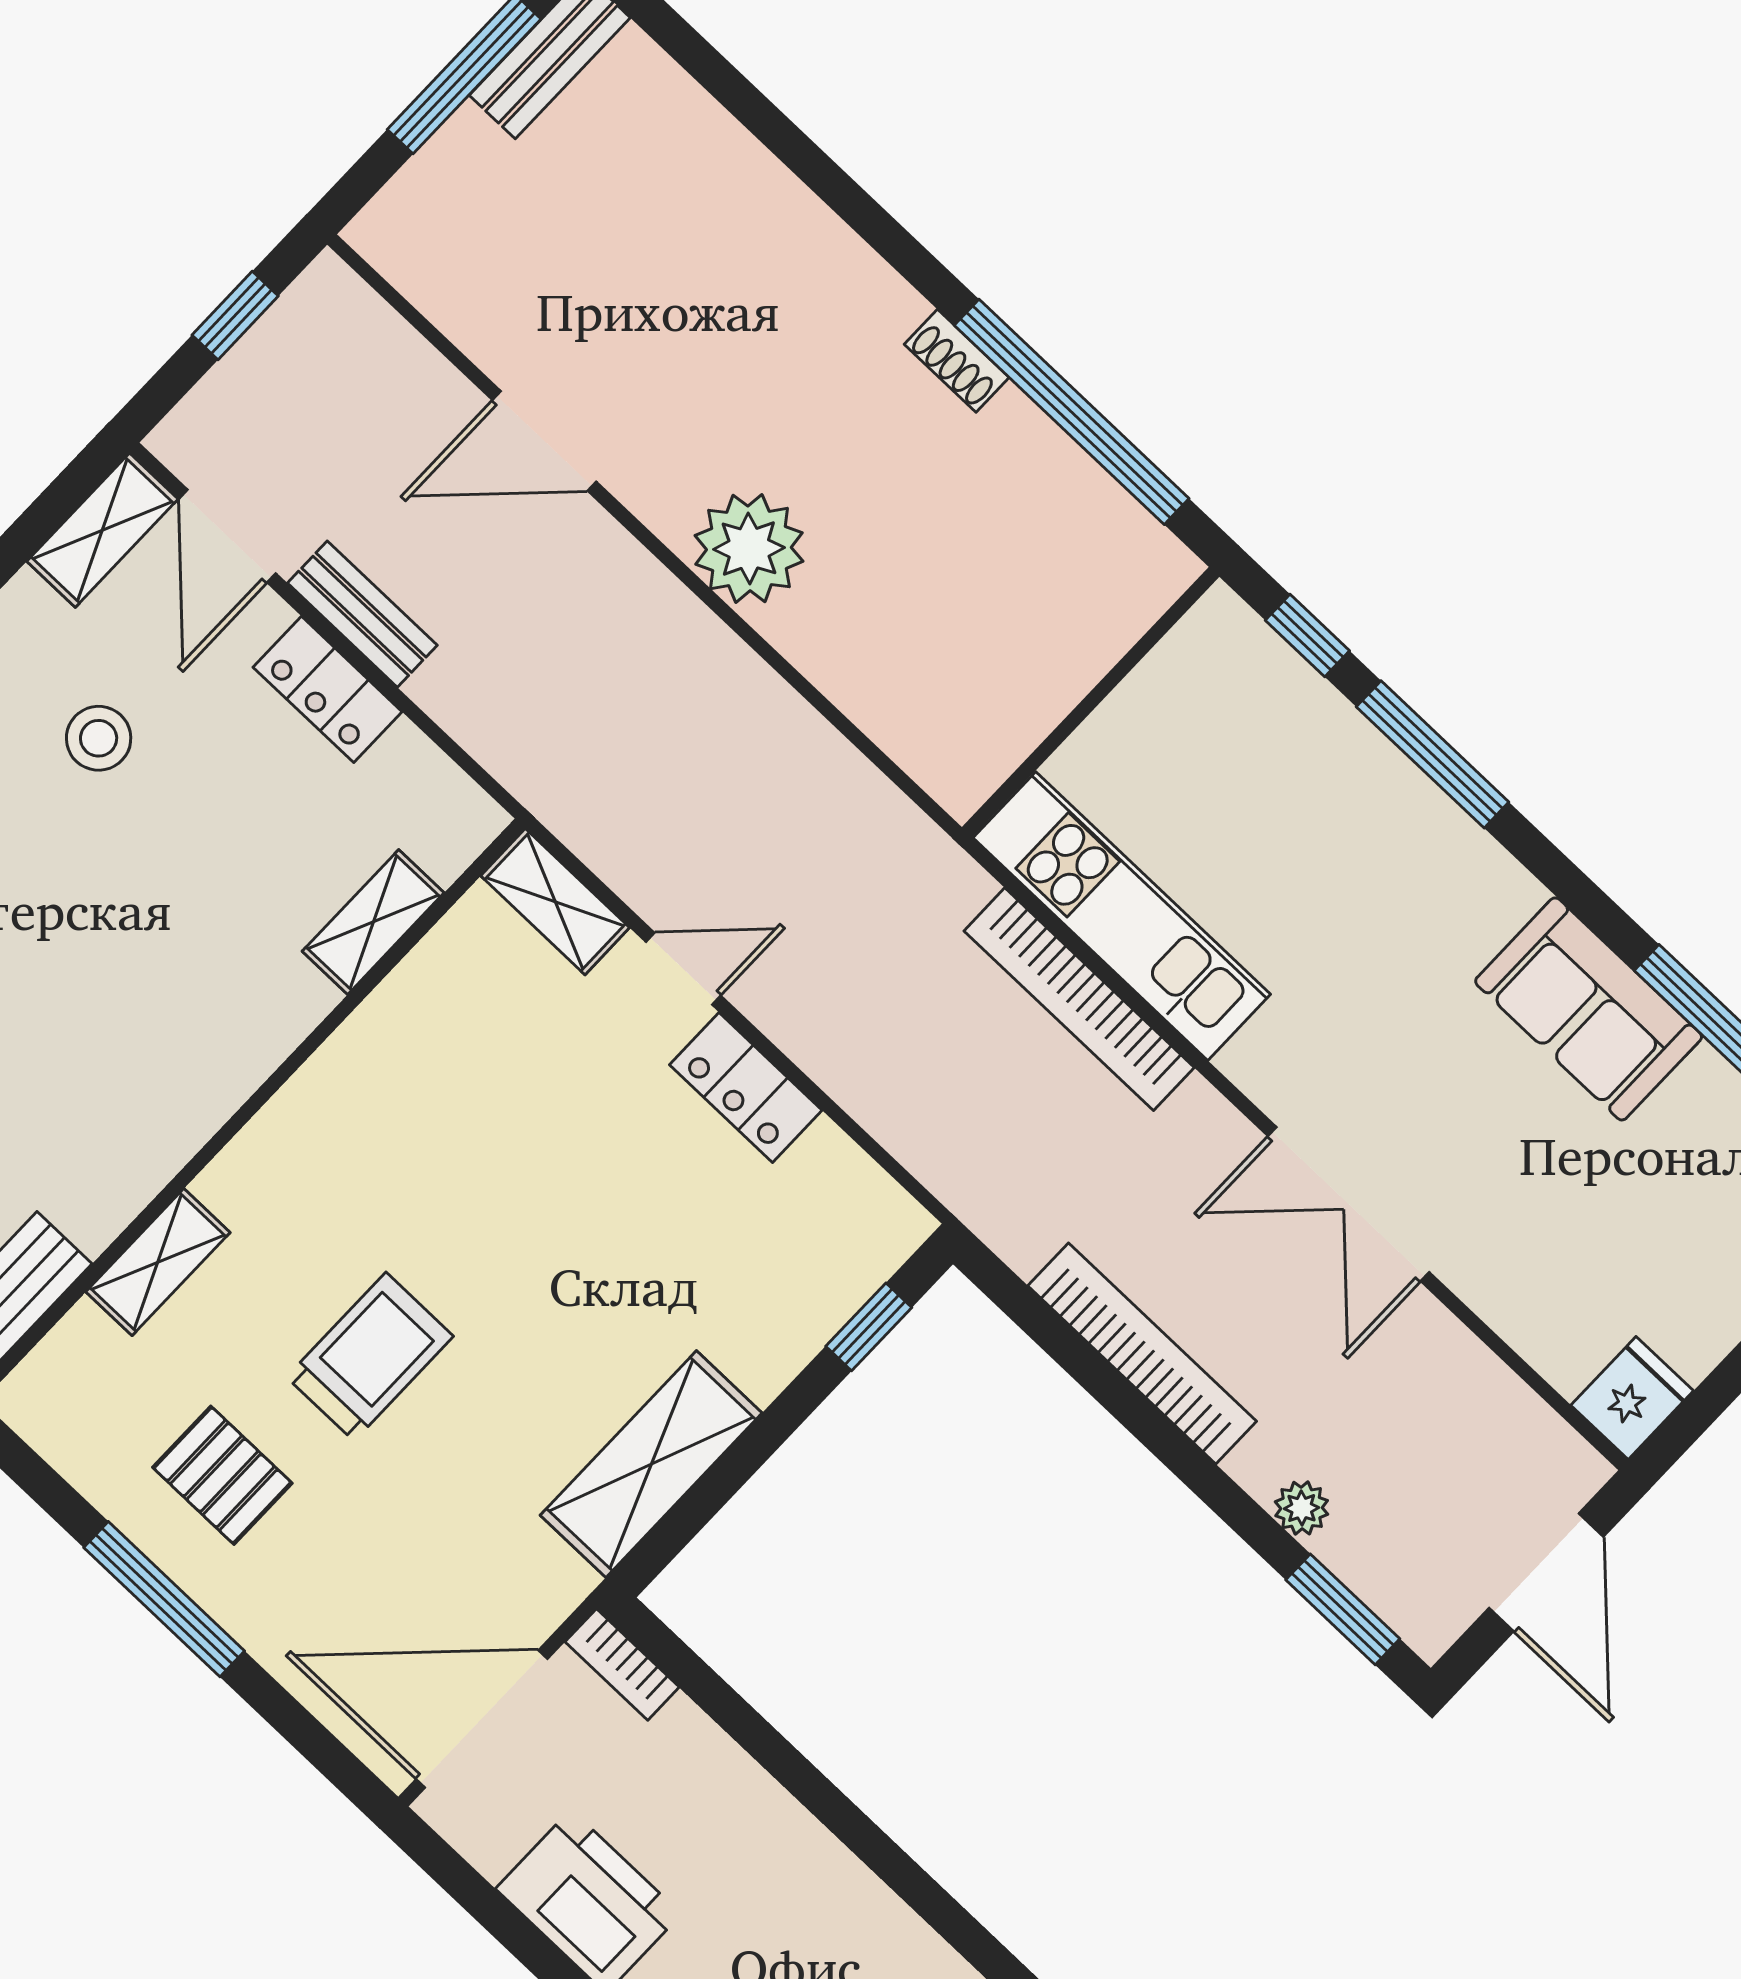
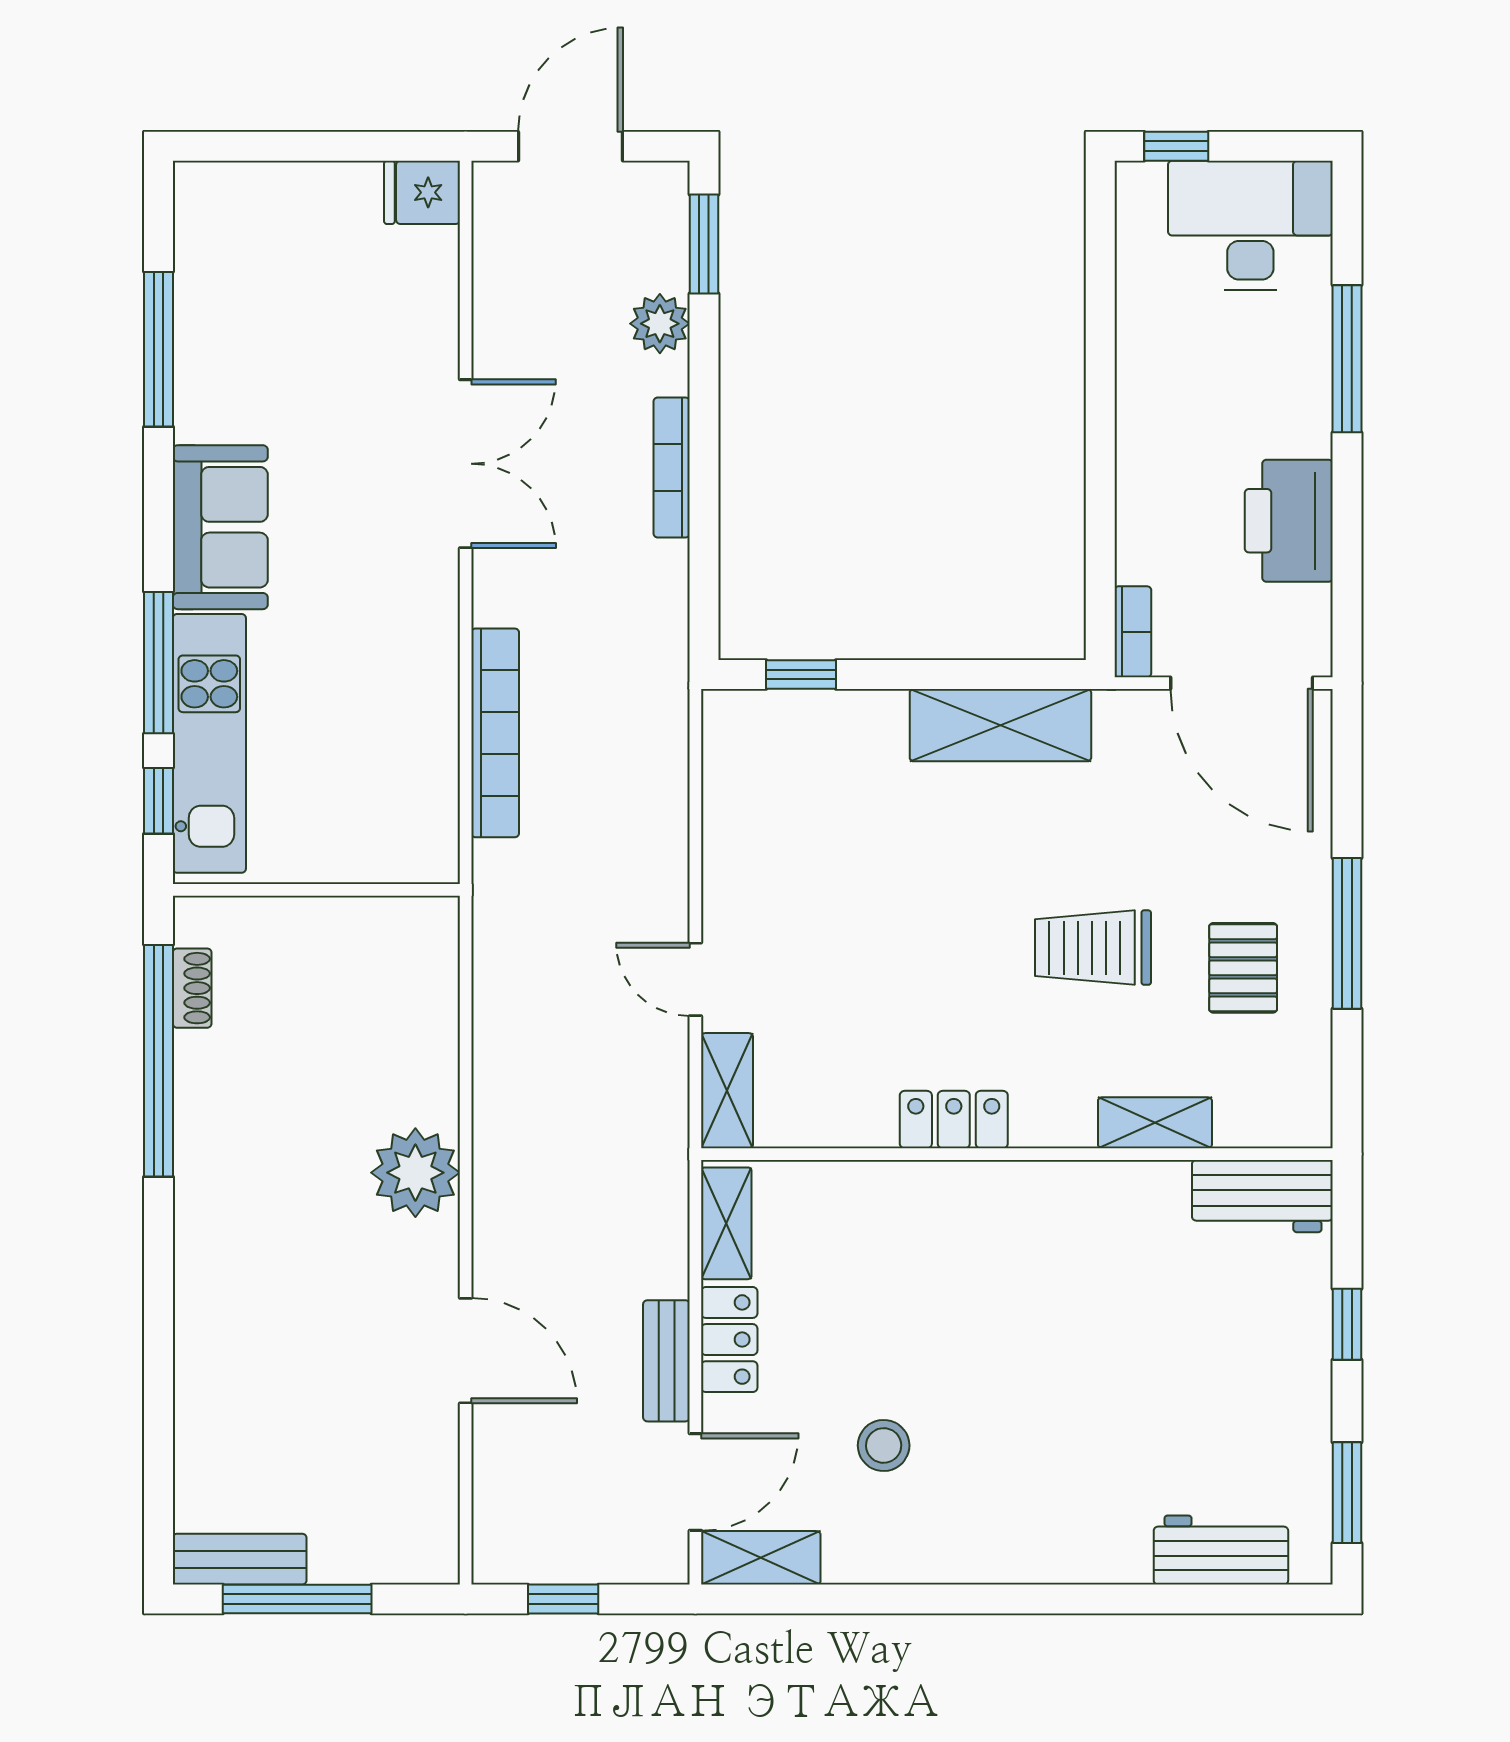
shoe rack: (957, 361) -> (192, 988), moved
kitchen unit: (1122, 916) -> (209, 743), moved, turned 180
shelving: (373, 922) -> (726, 1223), moved, turned 90
sofa: (1589, 1009) -> (220, 527), moved
locker: (746, 1087) -> (954, 1120), moved, turned -90
bookcase: (1142, 1354) -> (672, 468), width x0.68, depth x0.76
plant: (1302, 1508) -> (660, 324), width x1.38, depth x1.38

